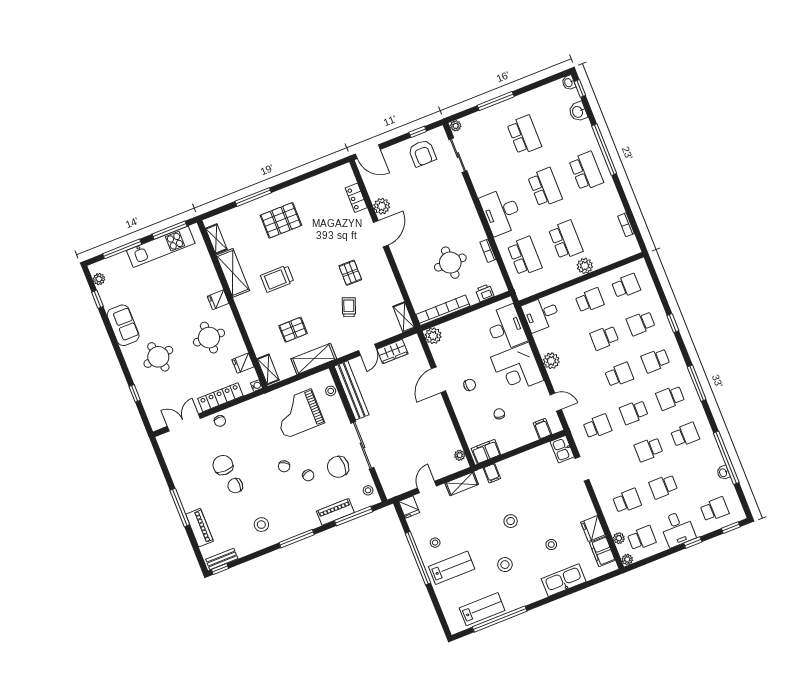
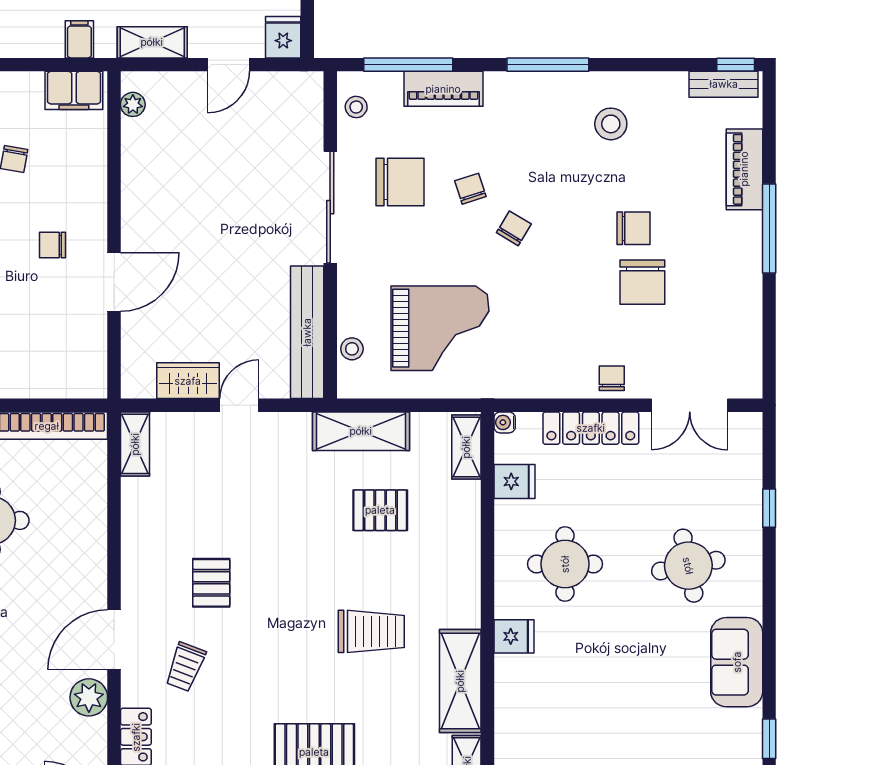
trolley: (349, 307) -> (185, 667), moved
plant: (433, 336) -> (89, 380), removed

